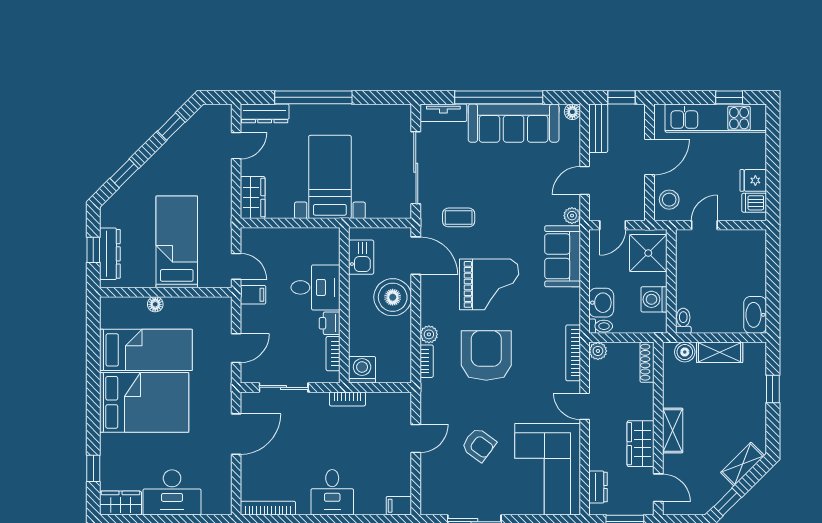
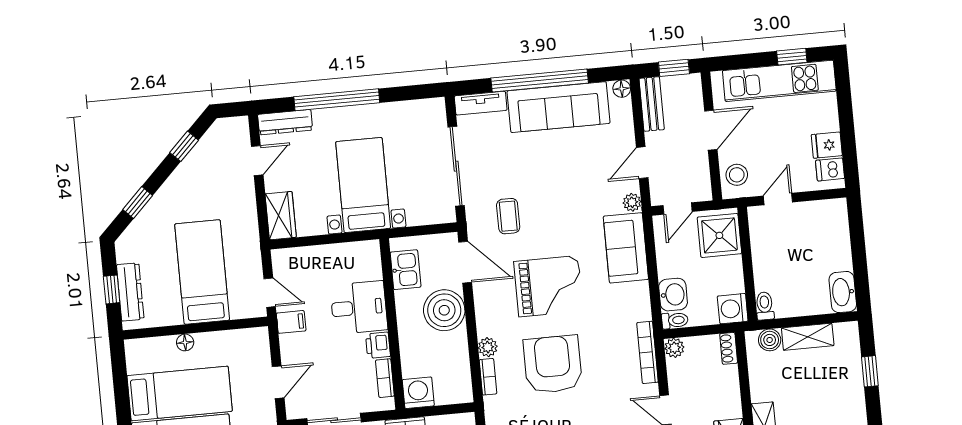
coffee table: (459, 217) -> (508, 216), turned 90
washing machine: (654, 299) -> (733, 309), moved
shoe rack: (647, 362) -> (729, 348), width x0.70

